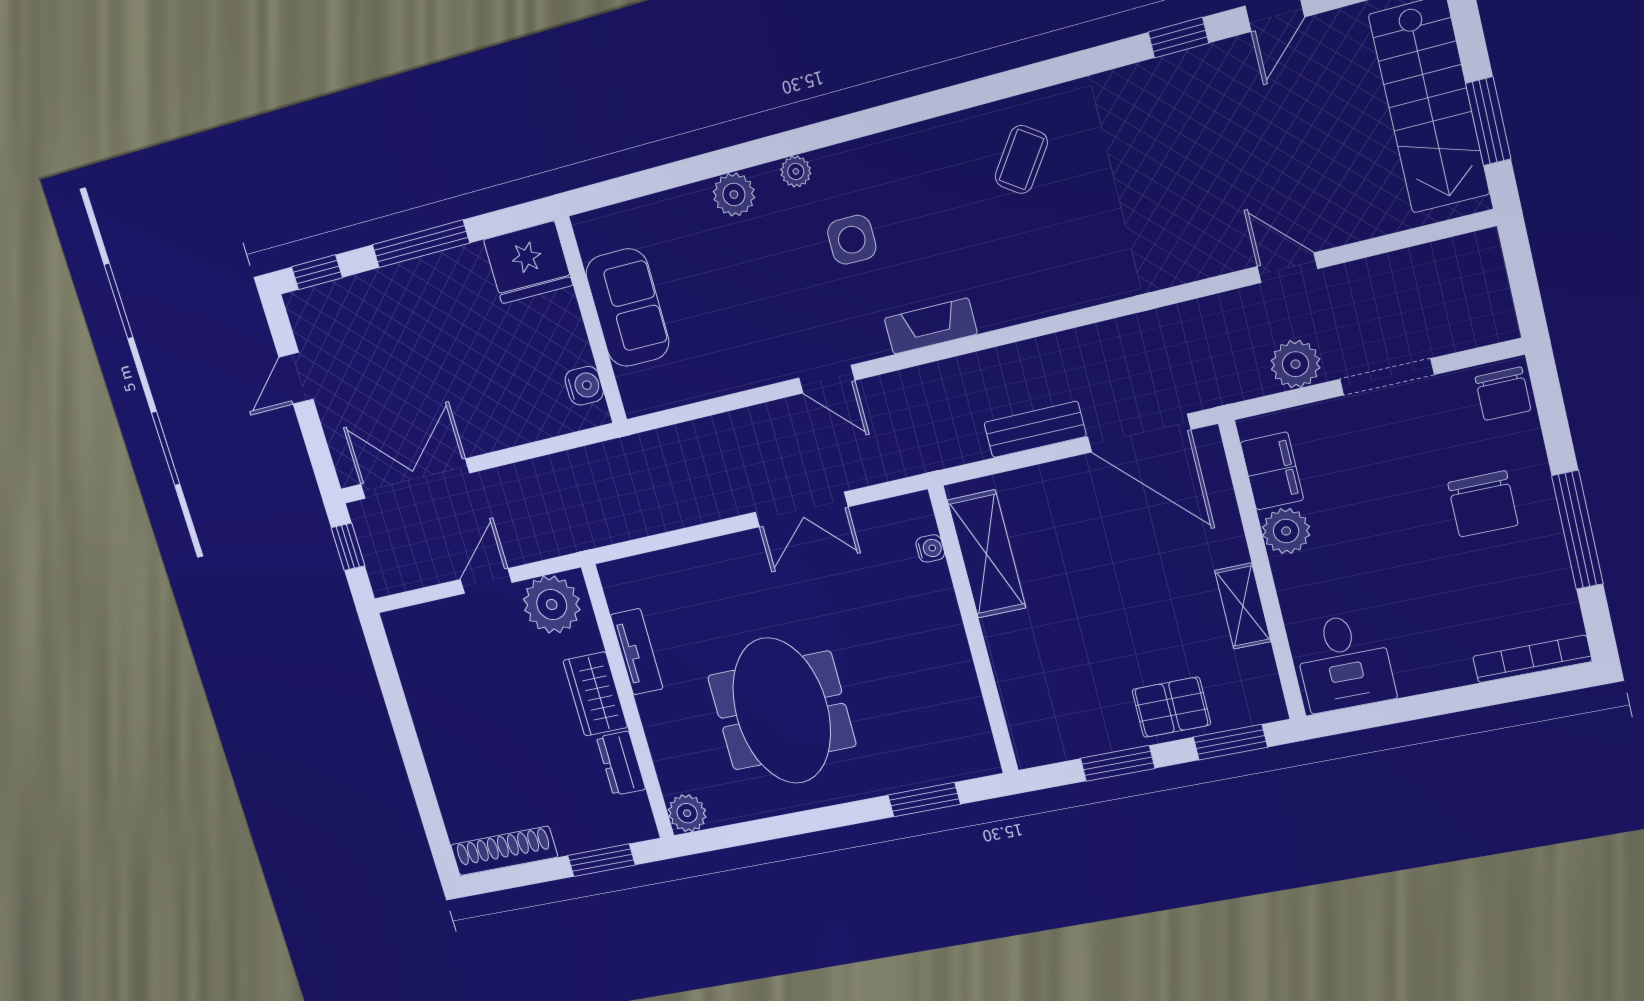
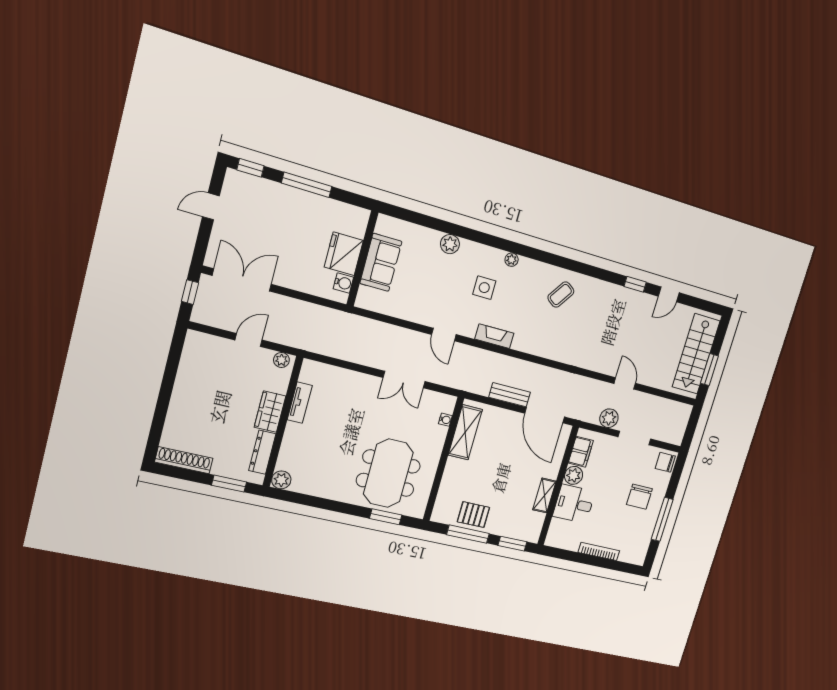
plant: (796, 171) -> (512, 260), moved
fridge: (528, 262) -> (344, 254), moved, turned 90
chair: (1503, 394) -> (665, 462), turned 90
plant: (552, 604) -> (281, 360), width x0.53, depth x0.53
bookcase: (1532, 659) -> (599, 552), moved
desk: (1344, 662) -> (574, 504), moved, turned 90
pallet: (1171, 707) -> (473, 515), moved
meeting table: (782, 711) -> (388, 473), moved
dresser: (621, 763) -> (262, 452), width x1.44
window: (1118, 763) -> (468, 534), width x1.44

